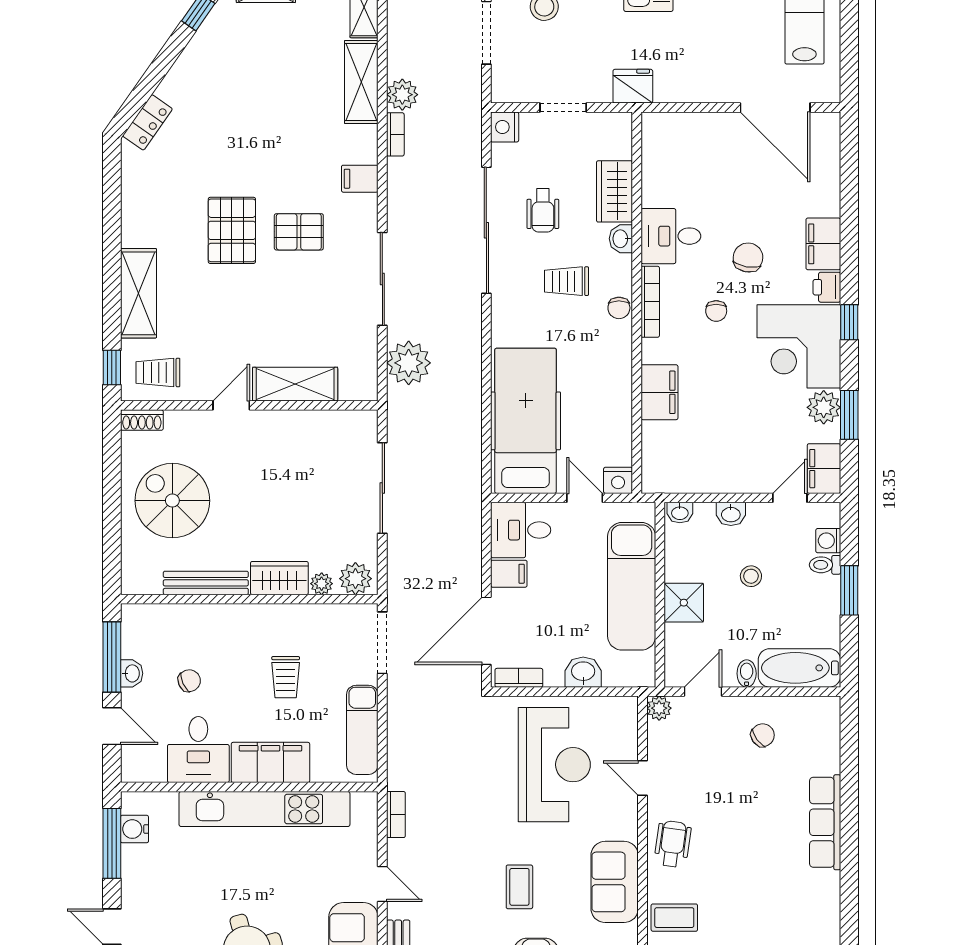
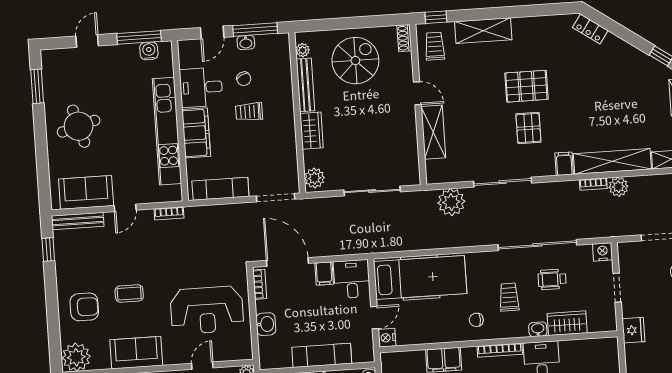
shelving: (361, 82) -> (612, 161), width x1.47
chair: (619, 308) -> (476, 320), moved
plant: (322, 584) -> (303, 50), moved
exam couch: (632, 586) -> (322, 355), width x0.73, depth x0.69
trolley: (286, 677) -> (249, 112), moved

